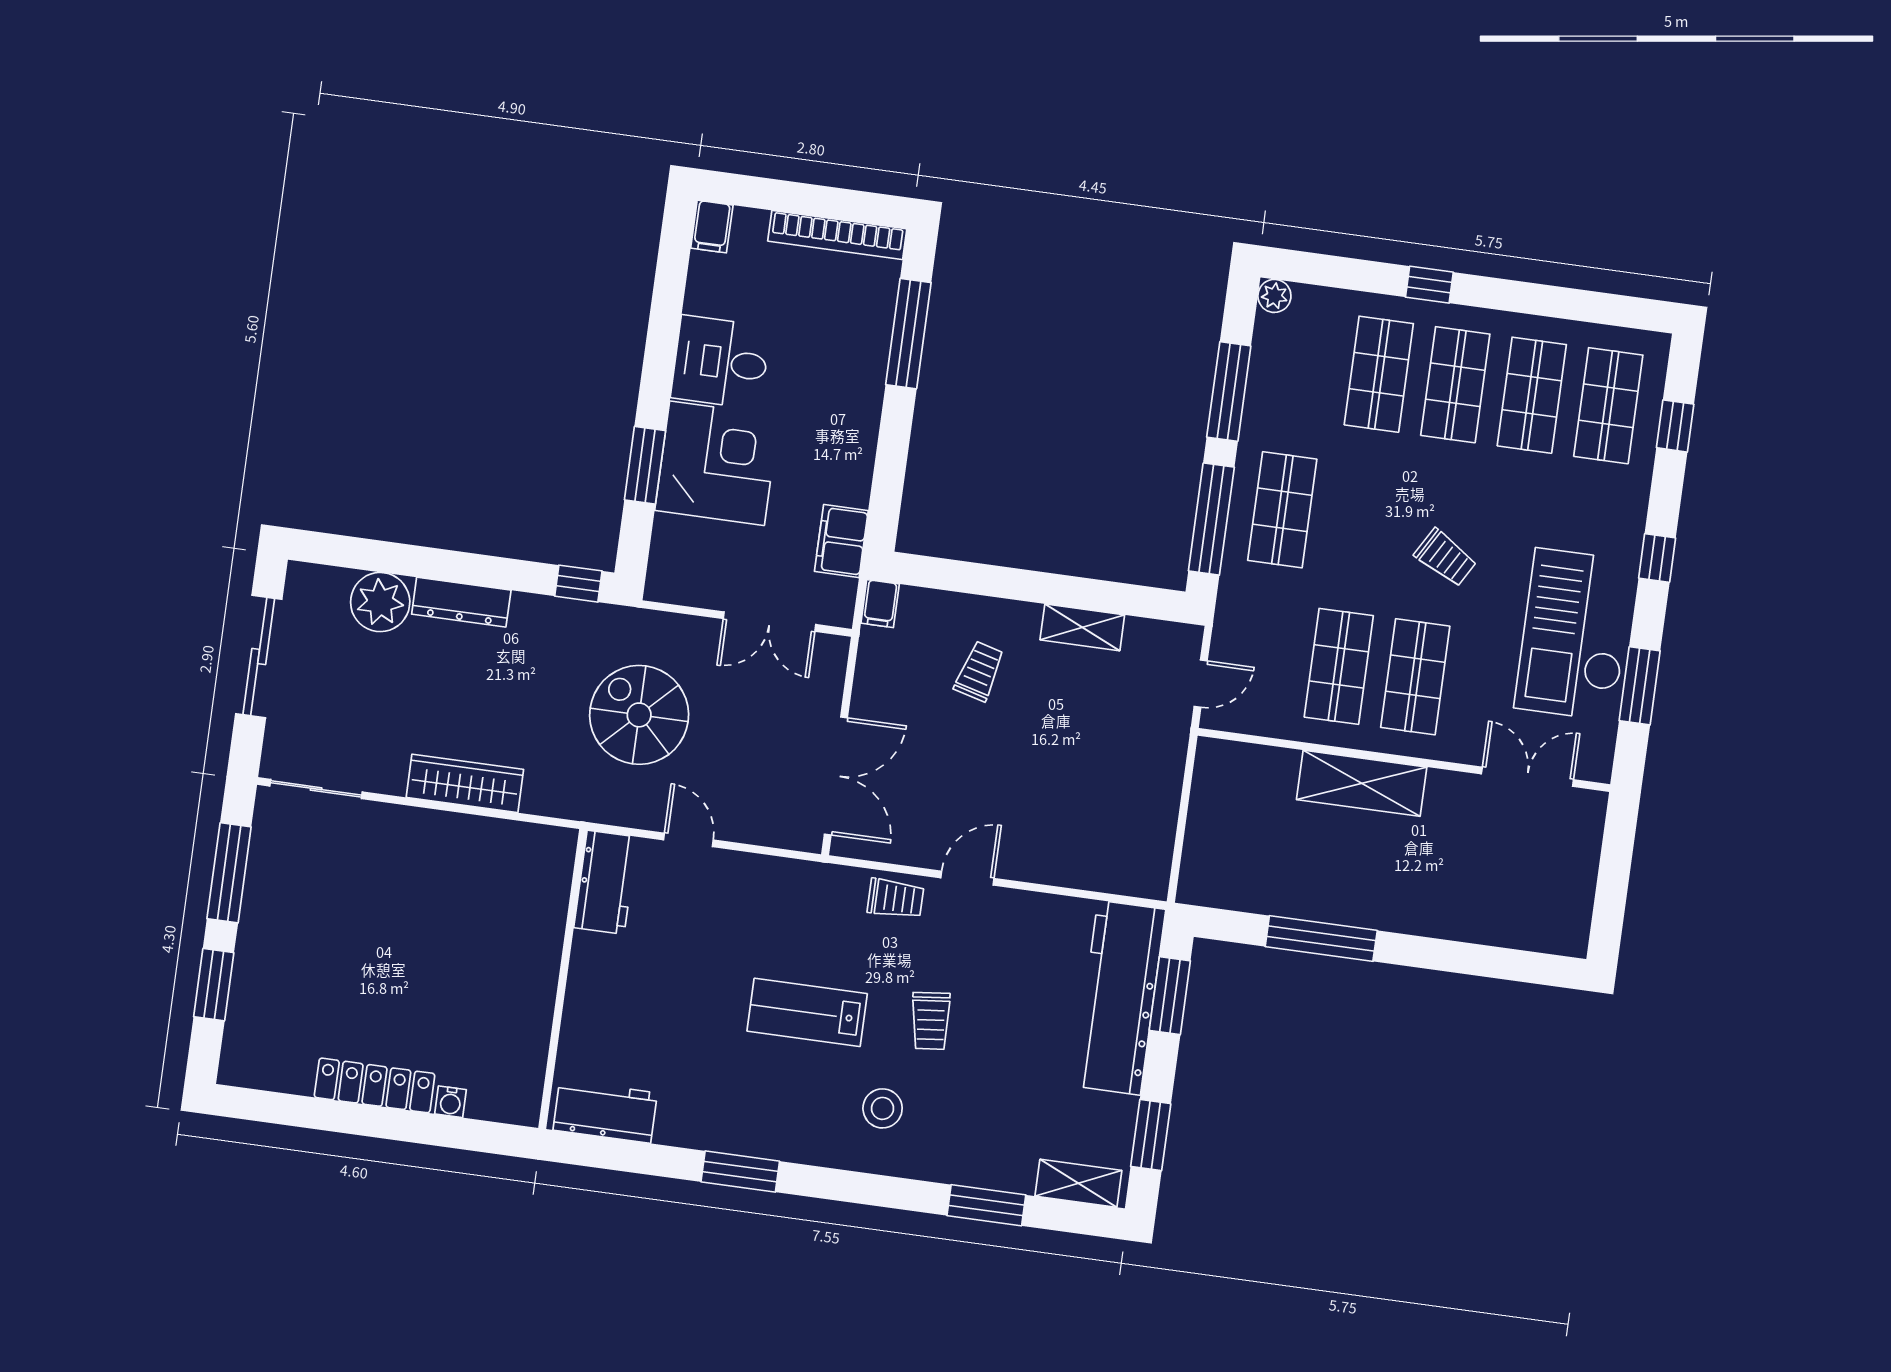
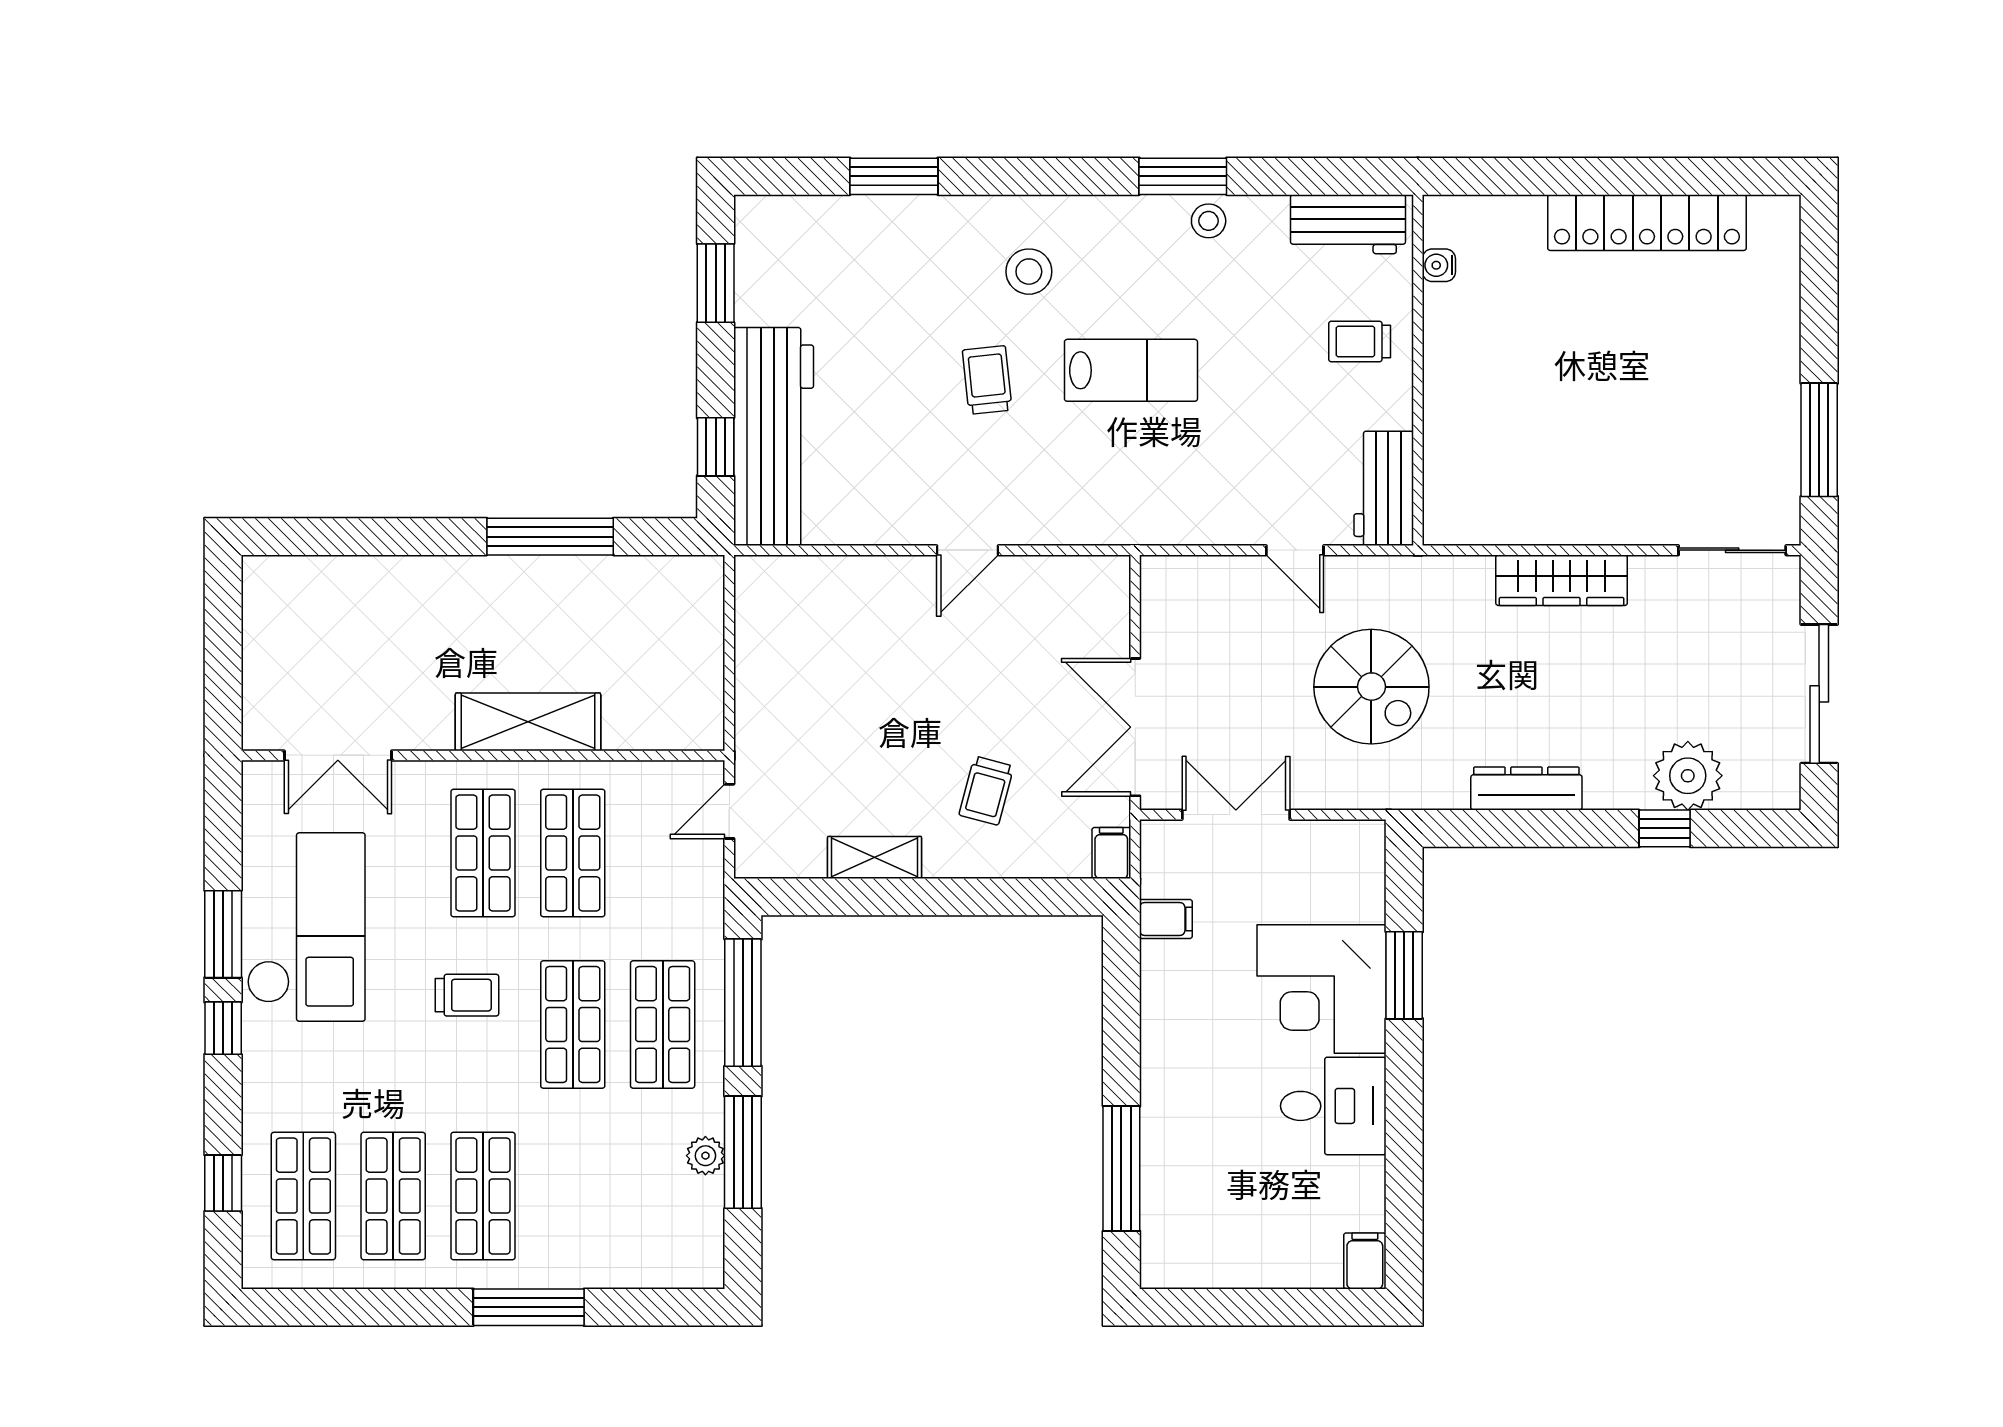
bookcase: (837, 235) -> (1219, 1271), removed
window: (1429, 285) -> (529, 1307), width x2.17
plant: (1274, 296) -> (705, 1156), moved
shop shelf: (1379, 374) -> (573, 1025), moved
filing cabinet: (841, 541) -> (1166, 919), width x0.50
trolley: (1445, 558) -> (467, 995), turned 150
window: (578, 584) -> (1665, 828), moved
dresser: (461, 602) -> (1526, 788), moved
window: (1640, 686) -> (223, 934), moved
double door: (836, 776) -> (1135, 727), moved
trolley: (895, 899) -> (1360, 341), moved
window: (214, 985) -> (1819, 309), removed
window: (1170, 996) -> (716, 447), width x0.67
locker: (375, 1085) -> (1647, 223), width x1.41, depth x1.21
water cooler: (451, 1102) -> (1439, 265), moved, turned -90
stool: (724, 1131) -> (1209, 221), added
shelving: (1078, 1183) -> (791, 216), removed

